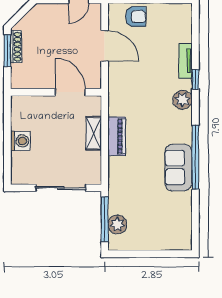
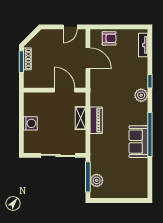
tv unit: (185, 61) -> (143, 45), moved

